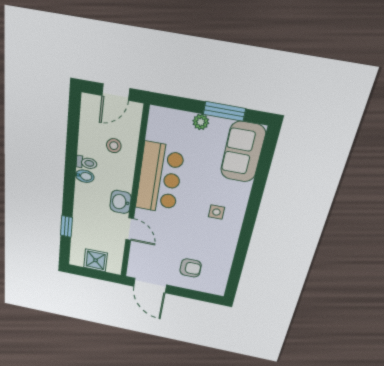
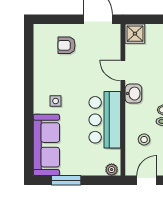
plant: (201, 122) -> (112, 170), moved
sofa: (243, 152) -> (46, 145), width x1.36
shower: (96, 260) -> (135, 34), moved

